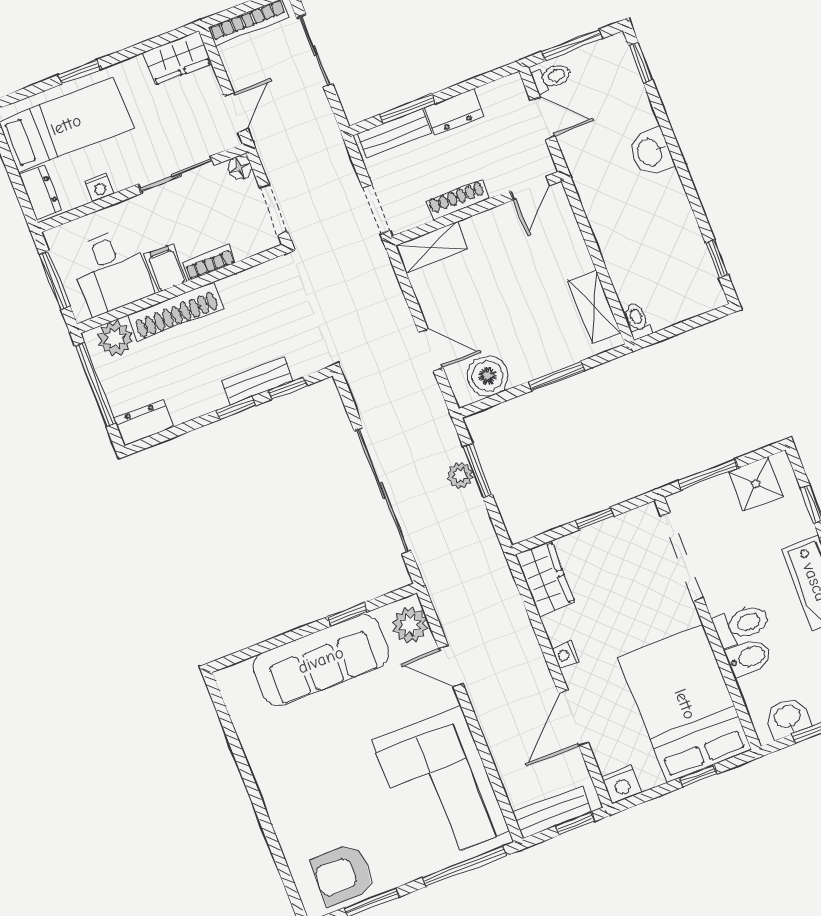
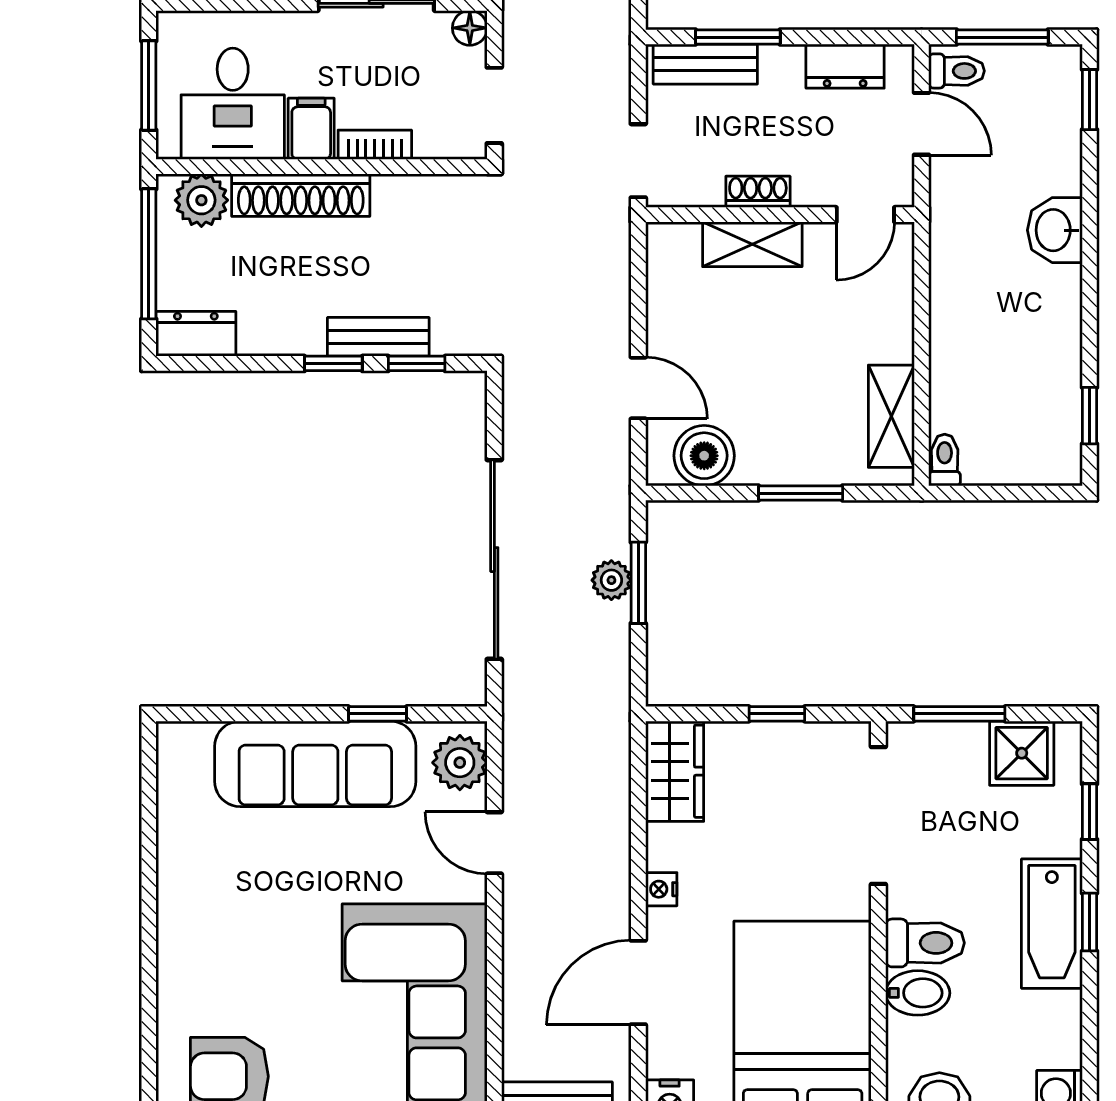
dresser: (454, 112) -> (845, 66), moved
shoe rack: (458, 200) -> (758, 192), width x0.70
shelving: (431, 247) -> (752, 244), moved

